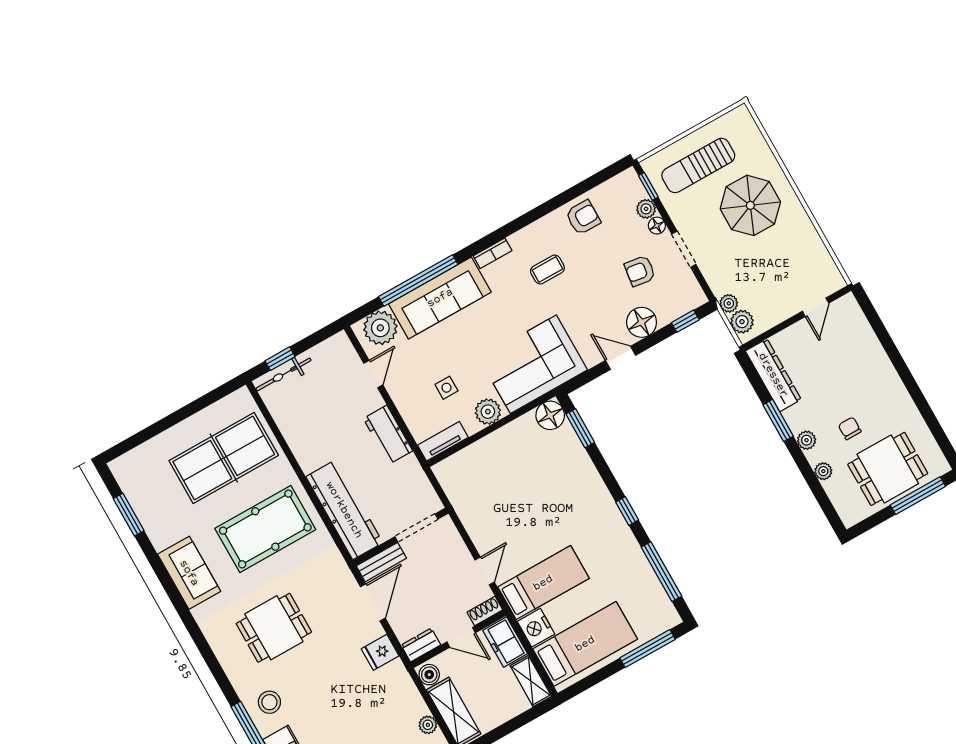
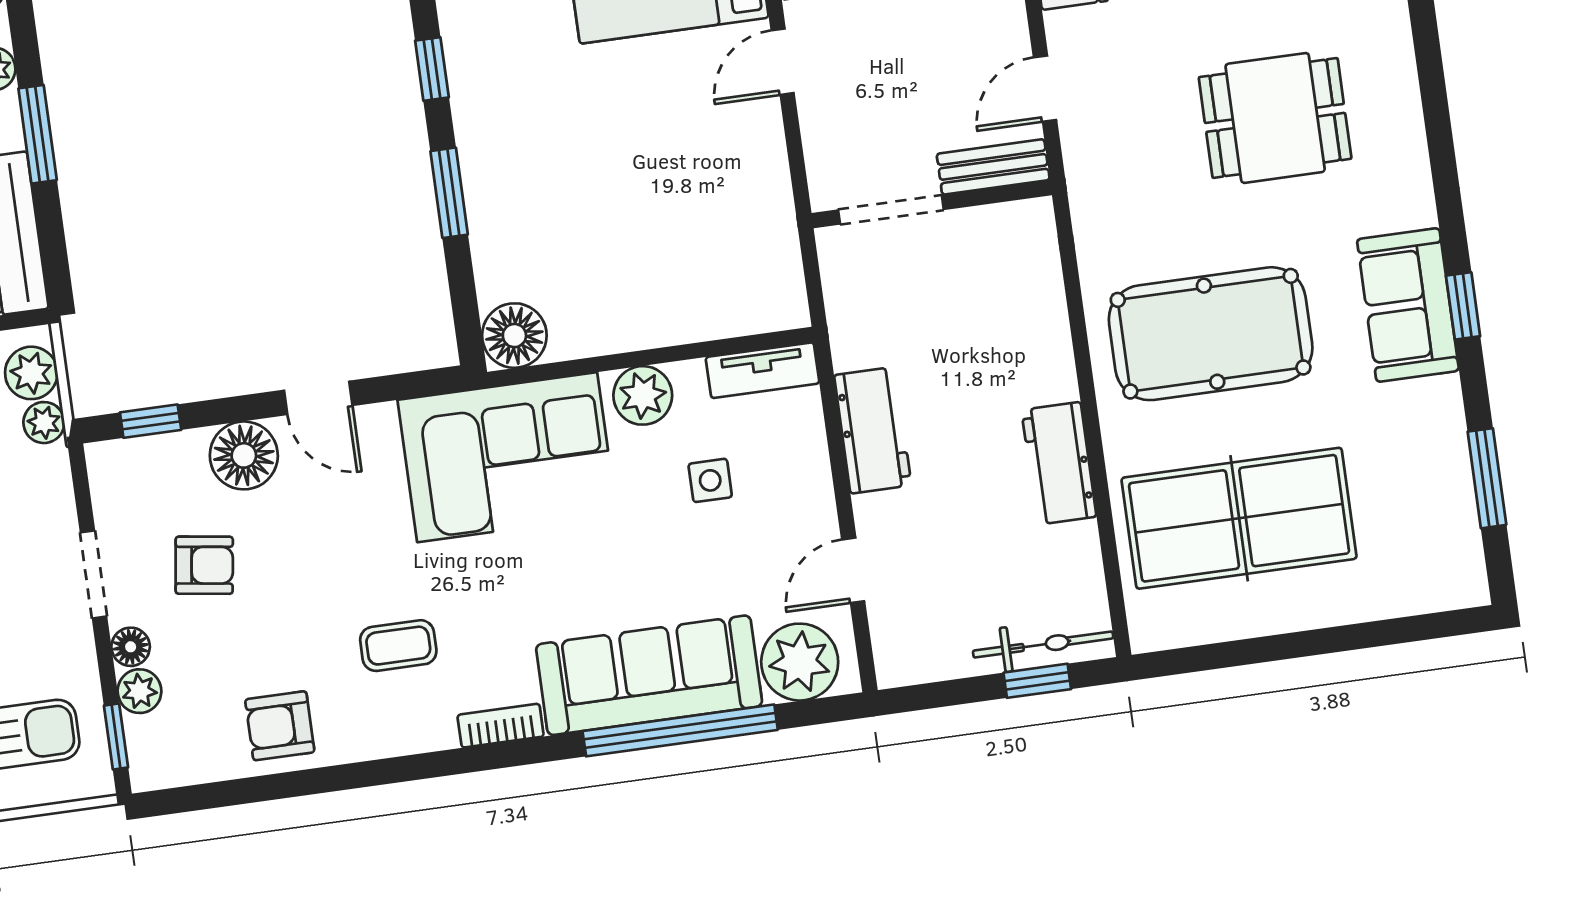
window: (580, 428) -> (449, 193), moved
workbench: (344, 510) -> (1059, 463), moved, width x0.53, depth x0.76
window: (166, 581) -> (1463, 306), added
door: (373, 602) -> (1045, 89), width x0.73

